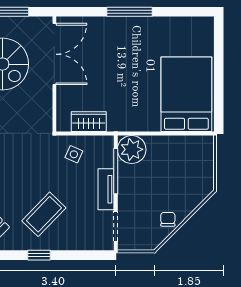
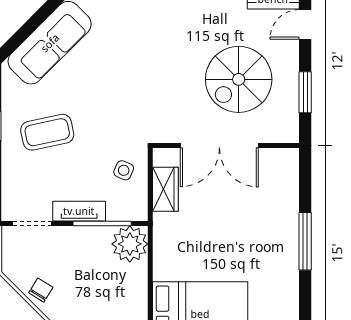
double door: (54, 54) -> (219, 145), moved
coffee table: (44, 214) -> (47, 132), turned -56
chair: (168, 219) -> (41, 290), turned -58

